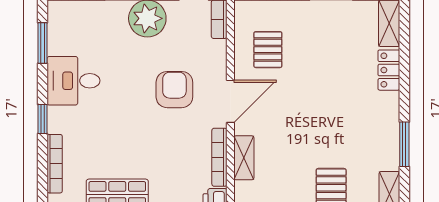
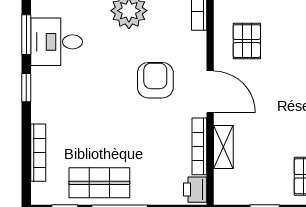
desk: (73, 81) -> (57, 42), moved
door: (230, 101) -> (210, 92), hinge flipped
window: (42, 119) -> (26, 88), moved

